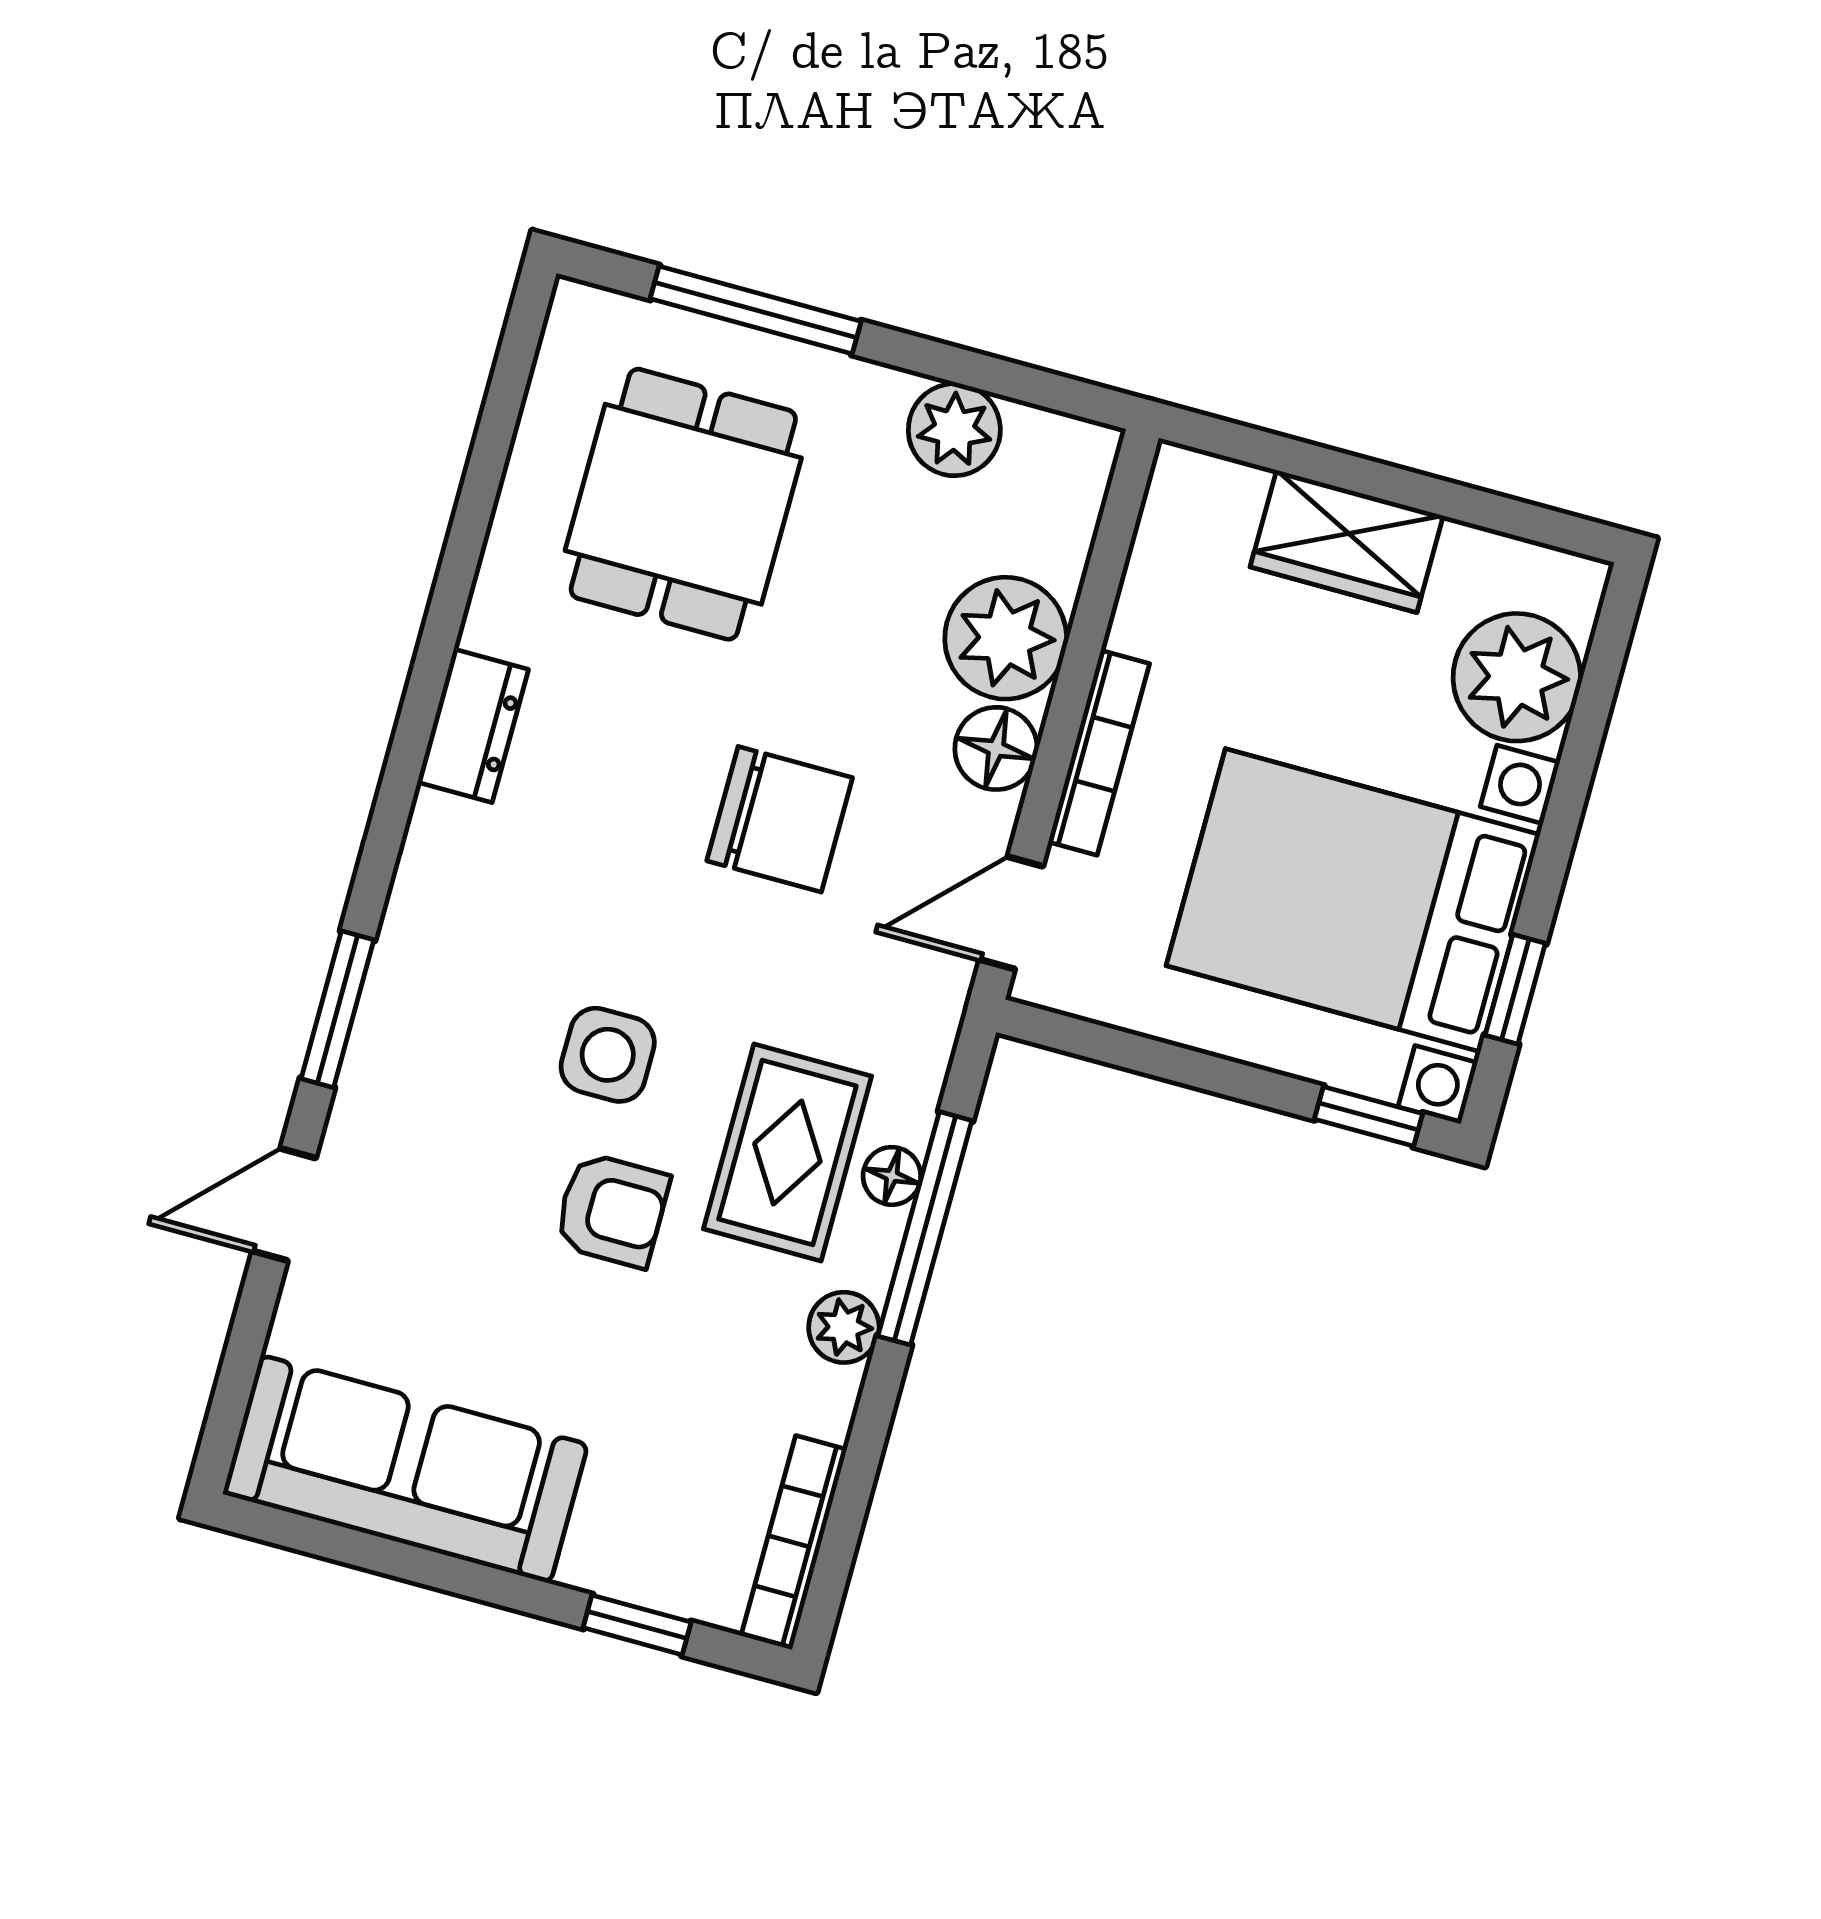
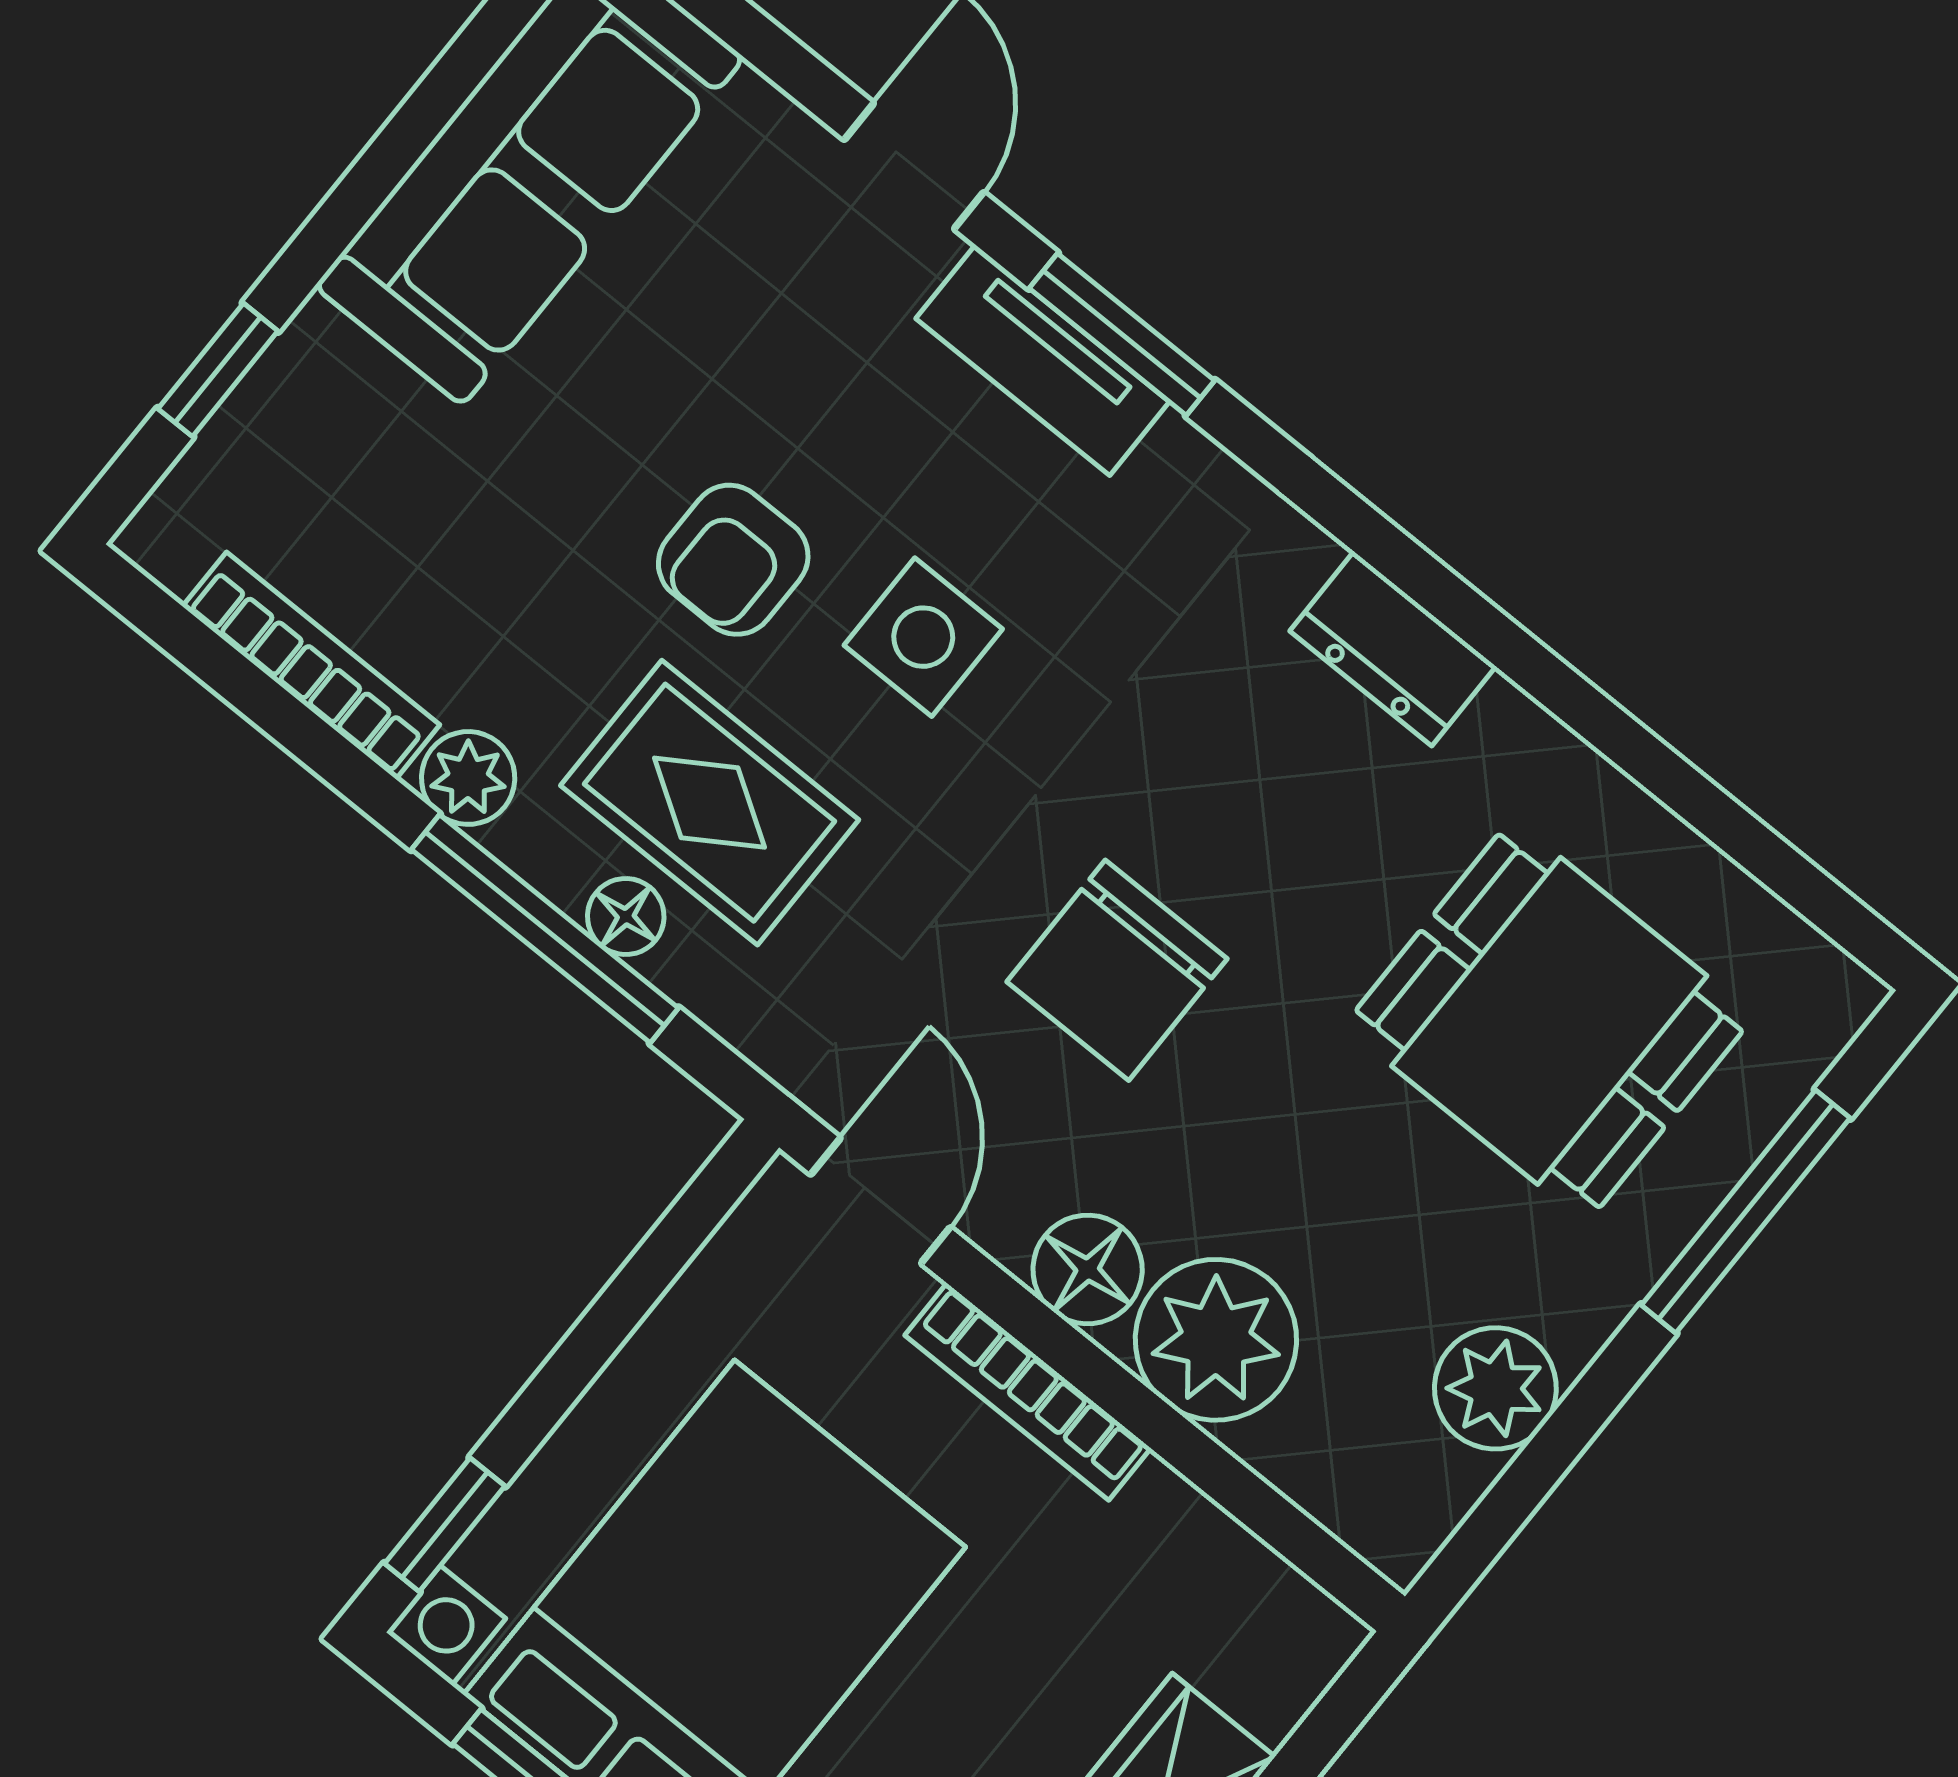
tv unit: (379, 1056) -> (1043, 360), added
bookcase: (794, 1543) -> (311, 666), moved

